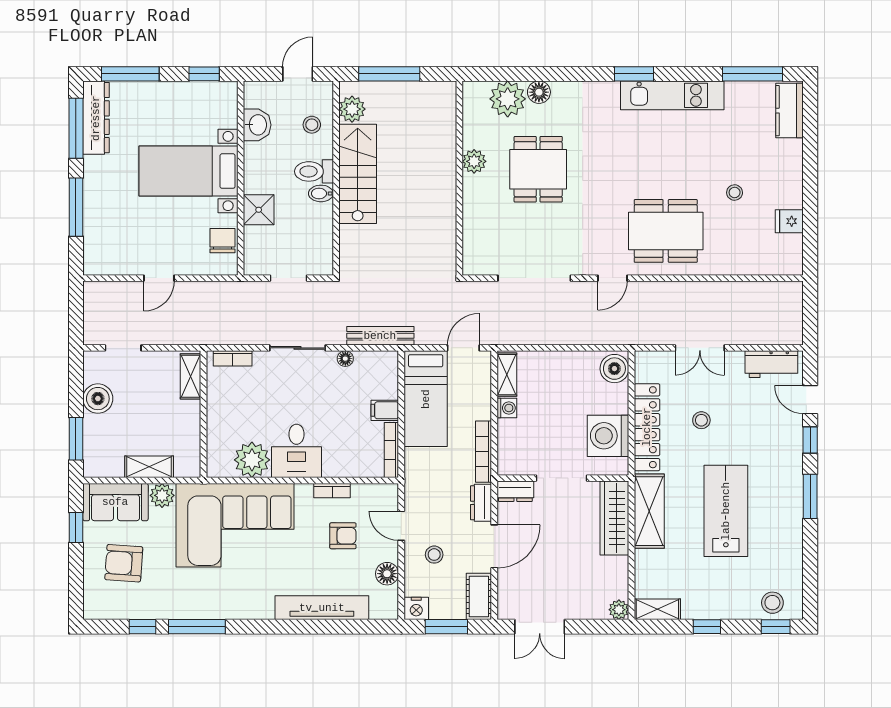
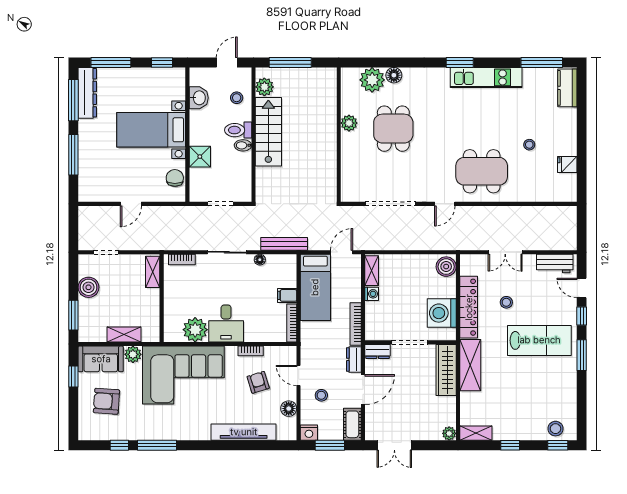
lab bench: (726, 511) -> (539, 340), moved, turned 90
armchair: (343, 536) -> (258, 382), turned -107

